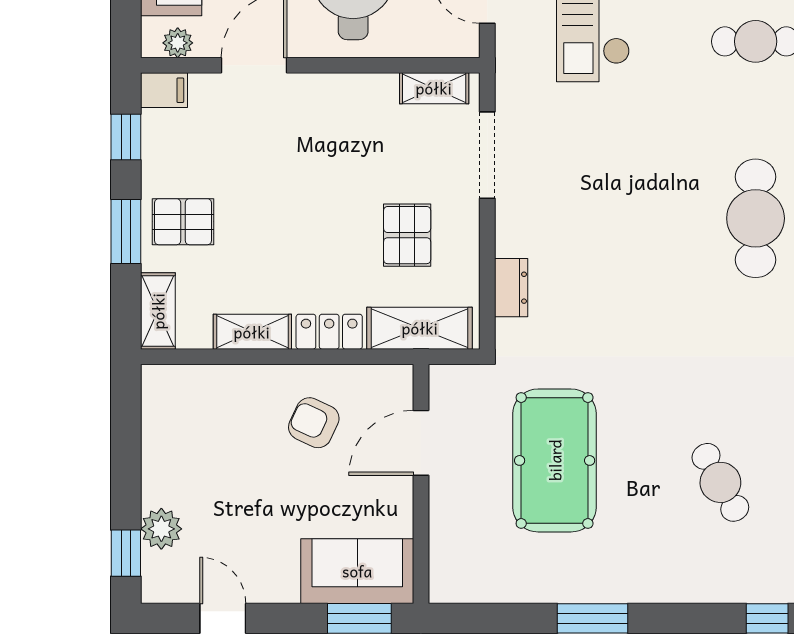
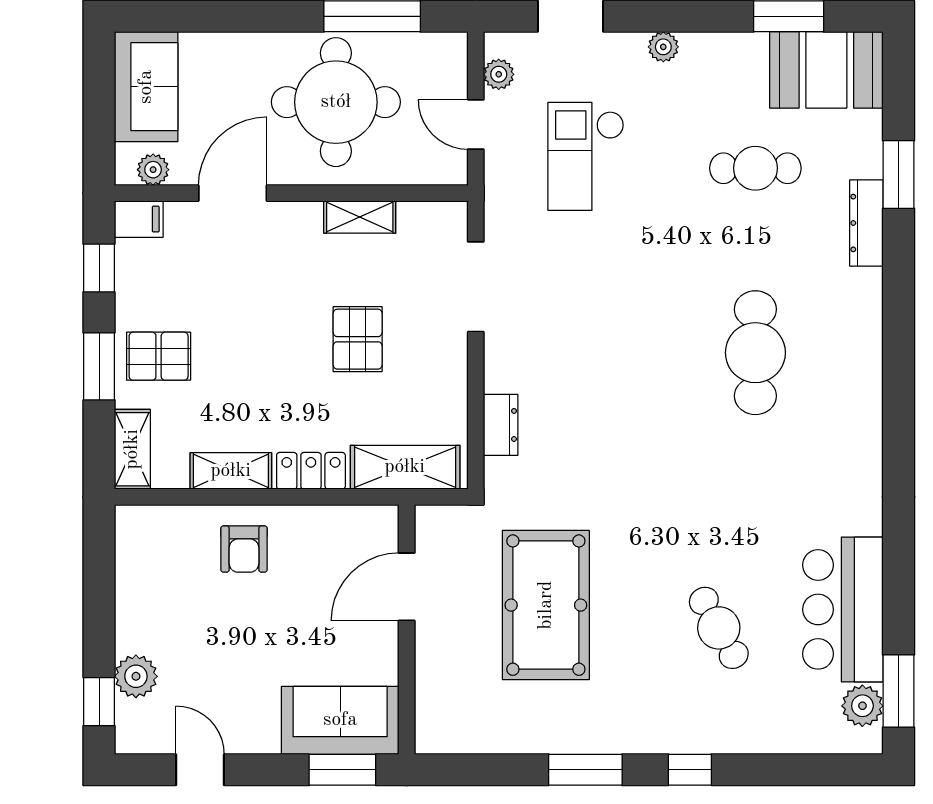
shelving: (434, 88) -> (360, 217), moved
pallet: (407, 235) -> (358, 339), moved
armchair: (314, 423) -> (244, 549), moved, turned -115
window: (767, 618) -> (690, 770), moved

